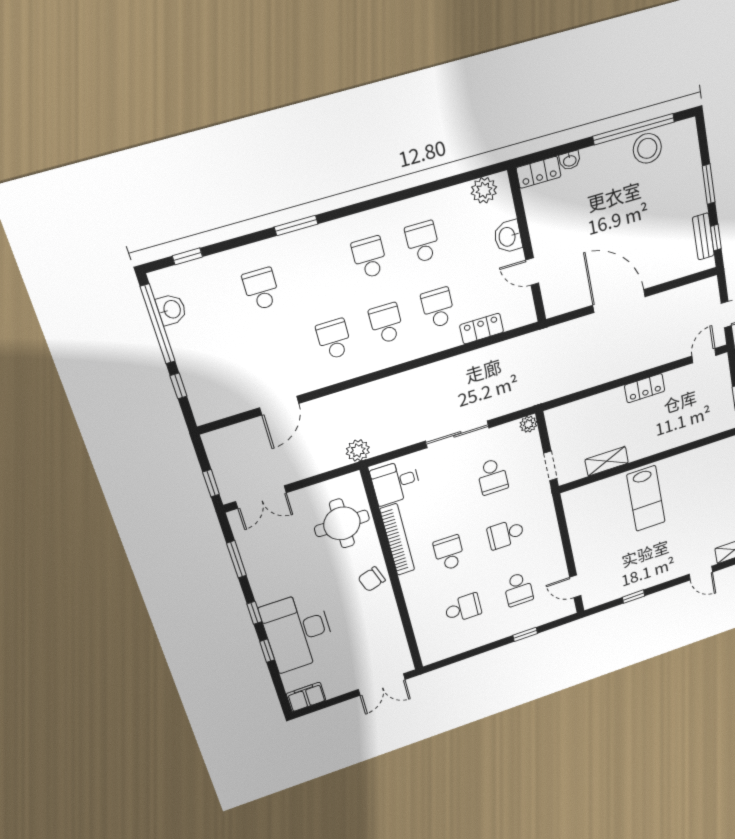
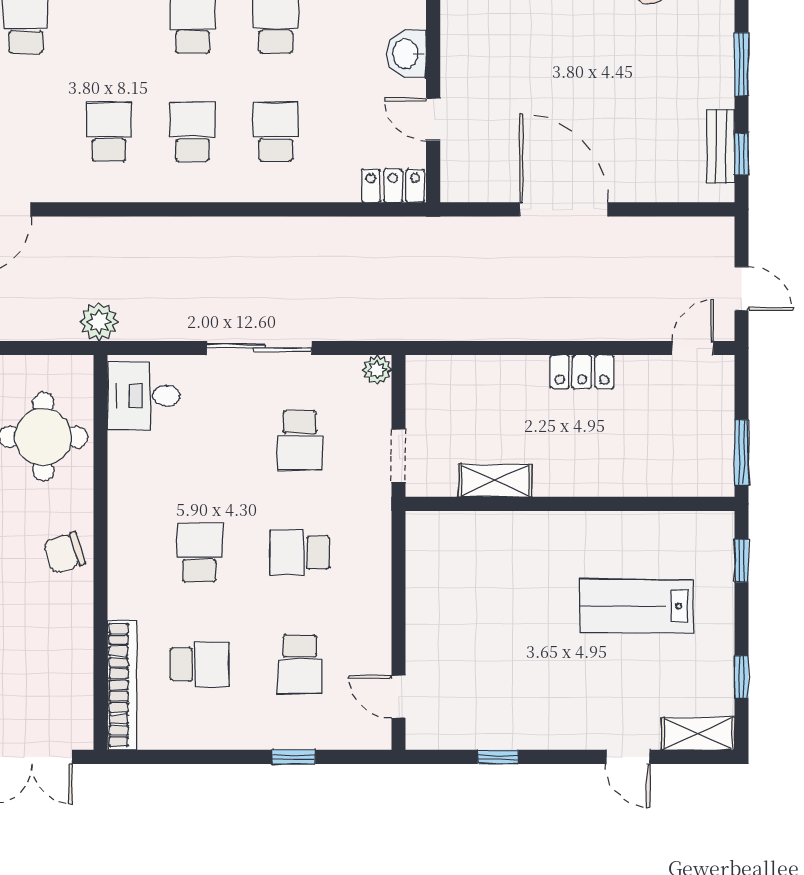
locker: (482, 329) -> (393, 186), moved
lab bench: (646, 498) -> (637, 606), moved, turned 90
bookcase: (397, 540) -> (122, 685), moved

